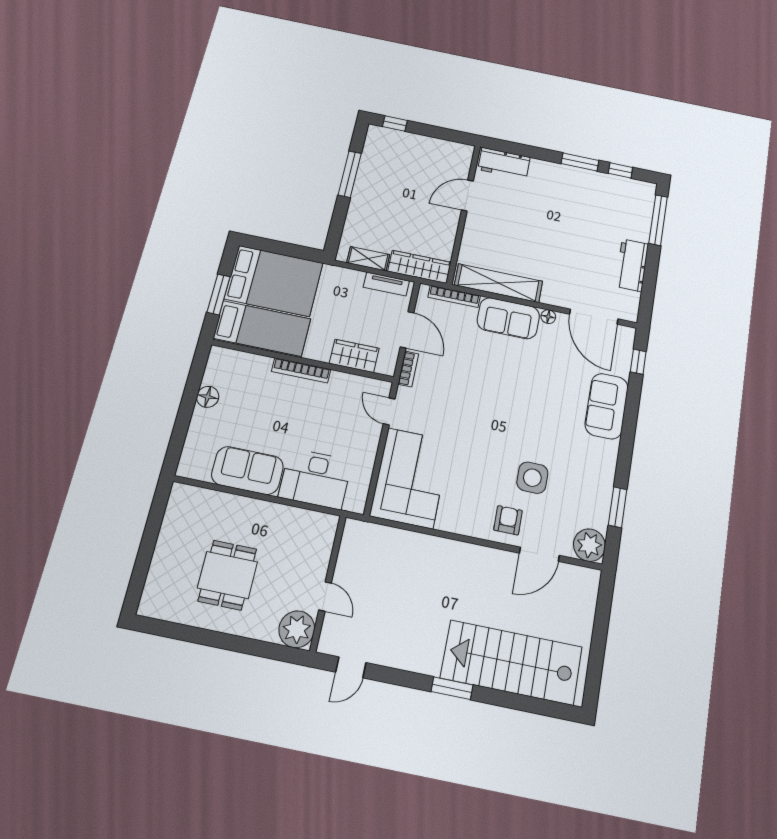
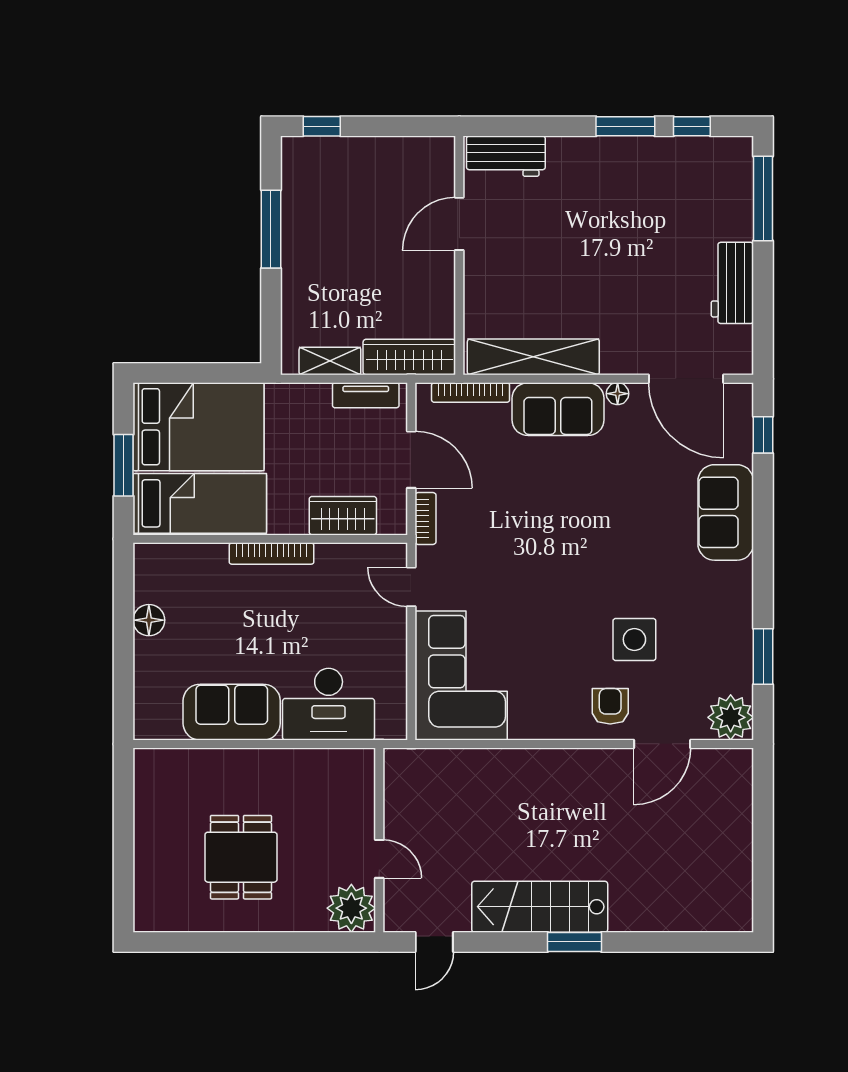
stairs: (512, 662) -> (540, 907), moved, width x0.73, depth x0.66

